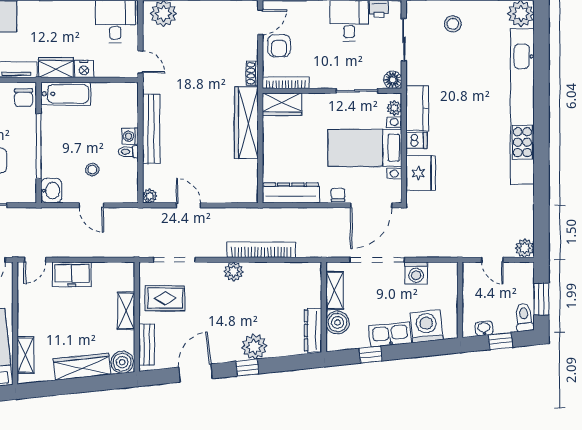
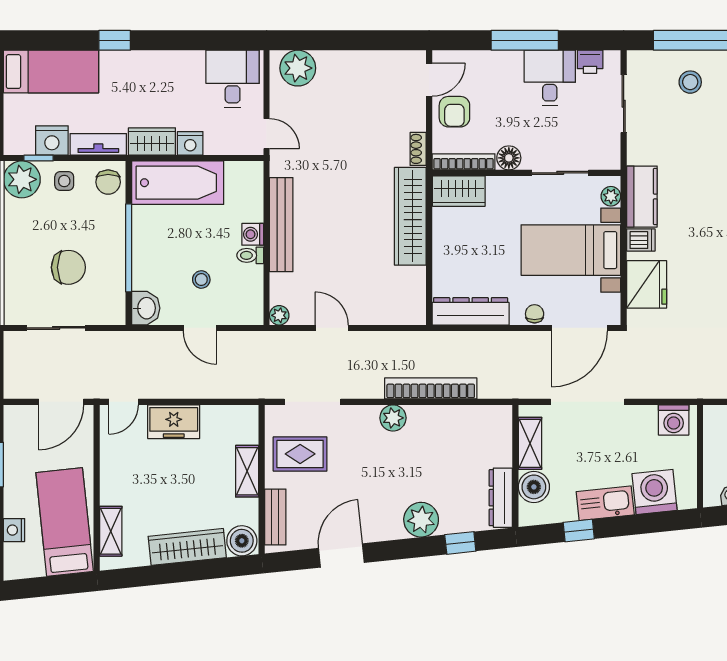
floor lamp: (393, 80) -> (509, 158), moved
bathtub: (66, 94) -> (178, 183), width x1.36, depth x1.36
washing machine: (416, 273) -> (674, 420), moved
window: (247, 368) -> (460, 543), moved

